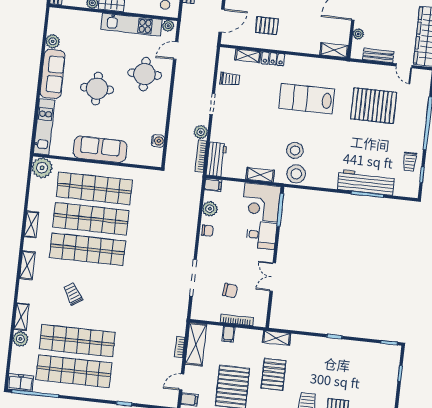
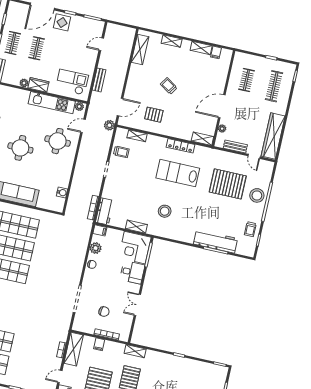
locker: (273, 59) -> (181, 146), moved, width x1.53
plant: (201, 132) -> (109, 125), moved
stool: (296, 174) -> (257, 195), moved

